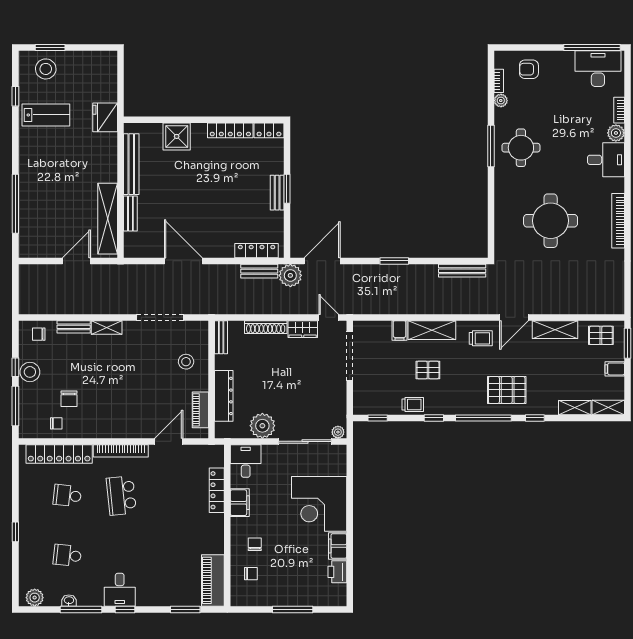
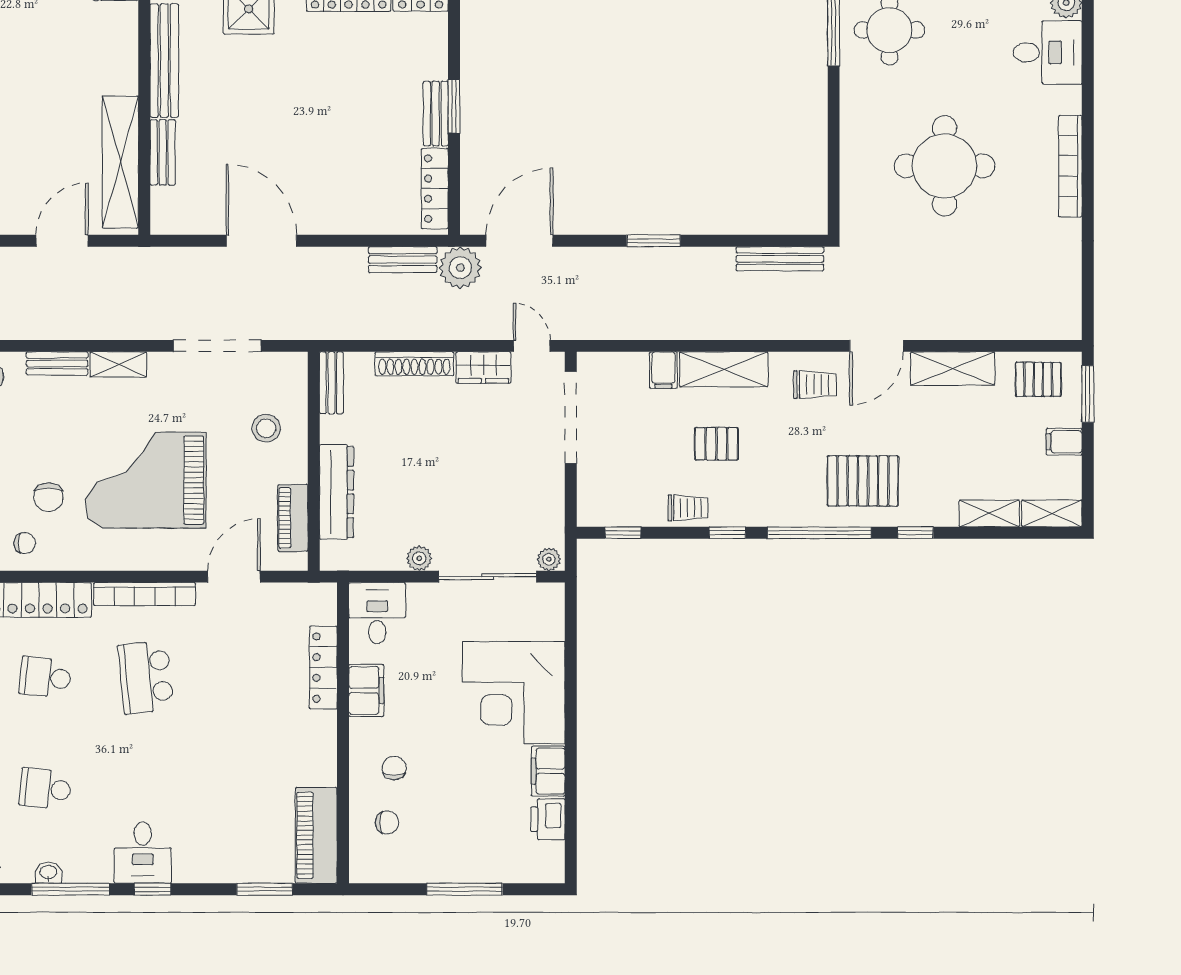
locker: (257, 251) -> (435, 189), moved, turned -90
grand piano: (121, 390) -> (146, 480), added
plant: (262, 426) -> (419, 558), width x0.53, depth x0.53

